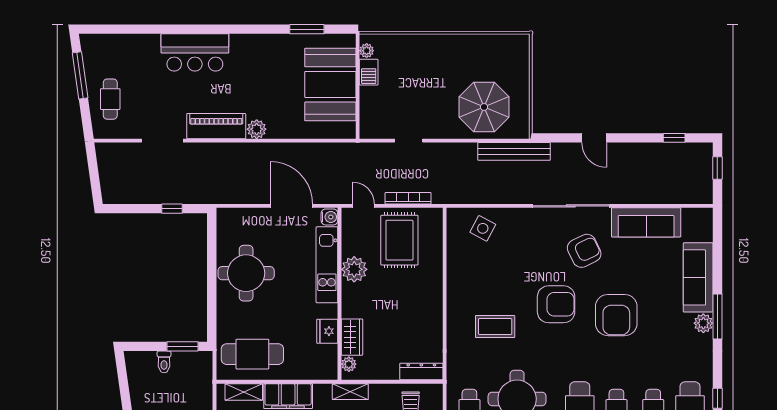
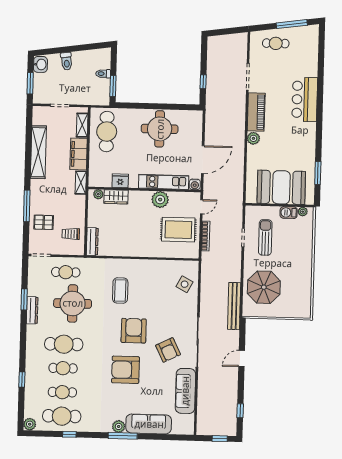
sun lounger: (408, 107) -> (265, 237), added
armchair: (556, 304) -> (134, 331), turned 180
shelving: (350, 392) -> (81, 183), moved

